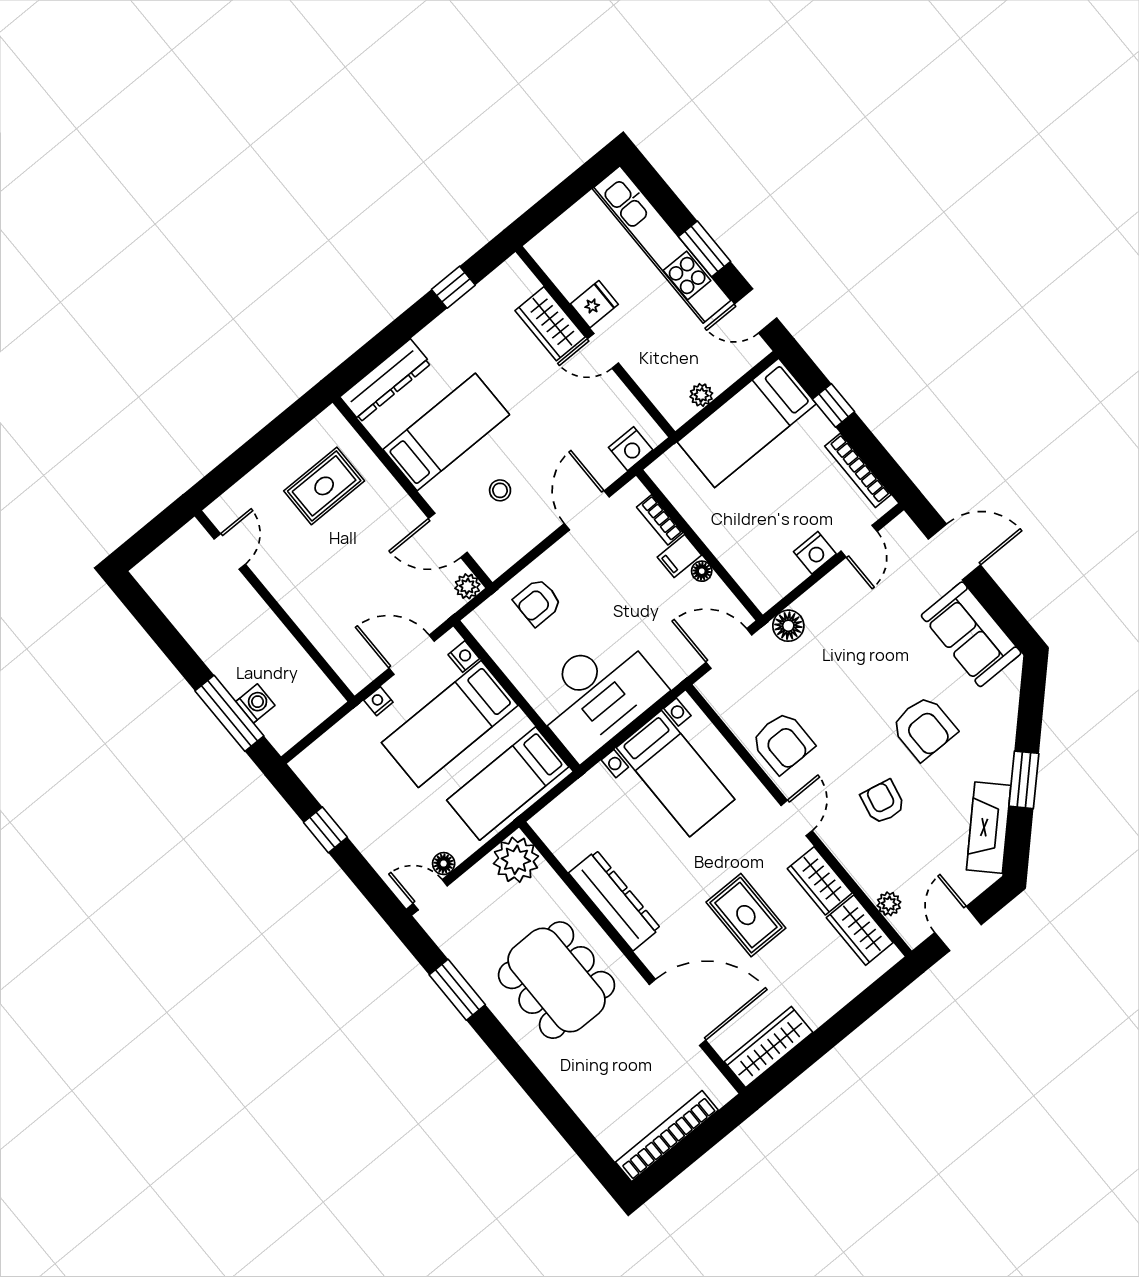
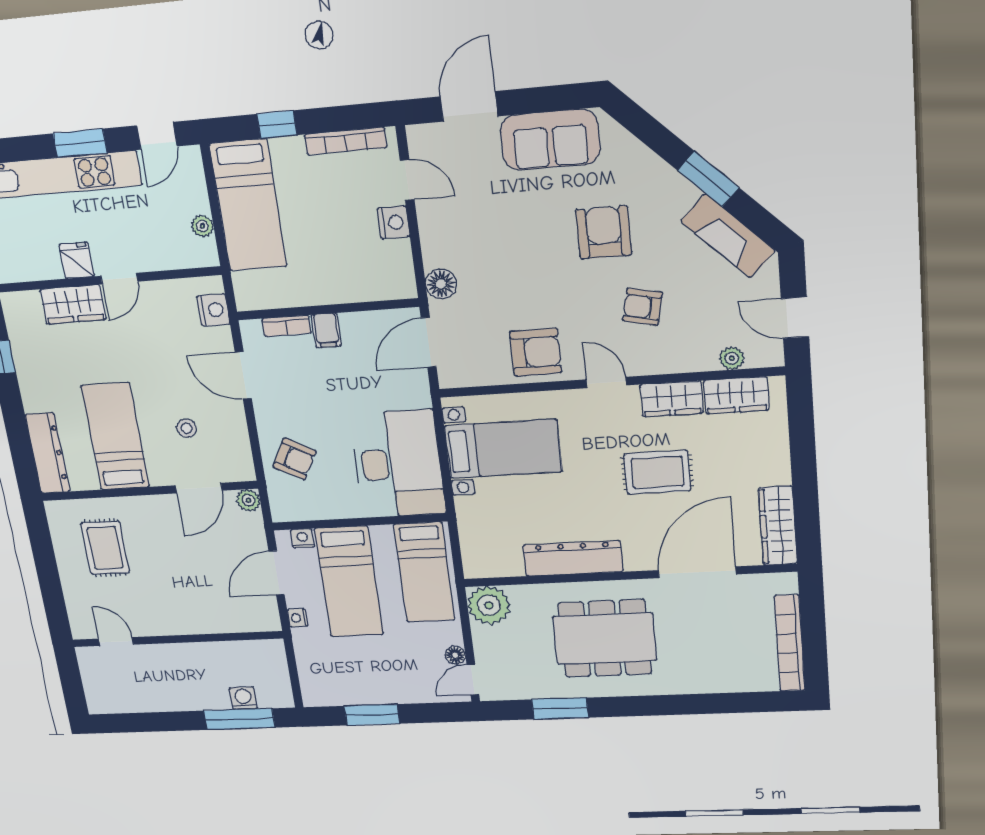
floor lamp: (702, 571) -> (350, 321), removed
armchair: (538, 602) -> (294, 459), turned -62
armchair: (924, 728) -> (604, 232), turned -90
window: (325, 830) -> (372, 715), width x1.50

